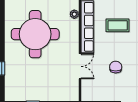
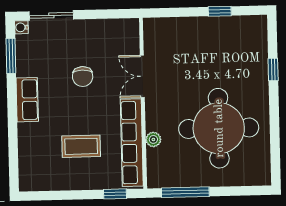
plant: (74, 14) -> (153, 139), moved

